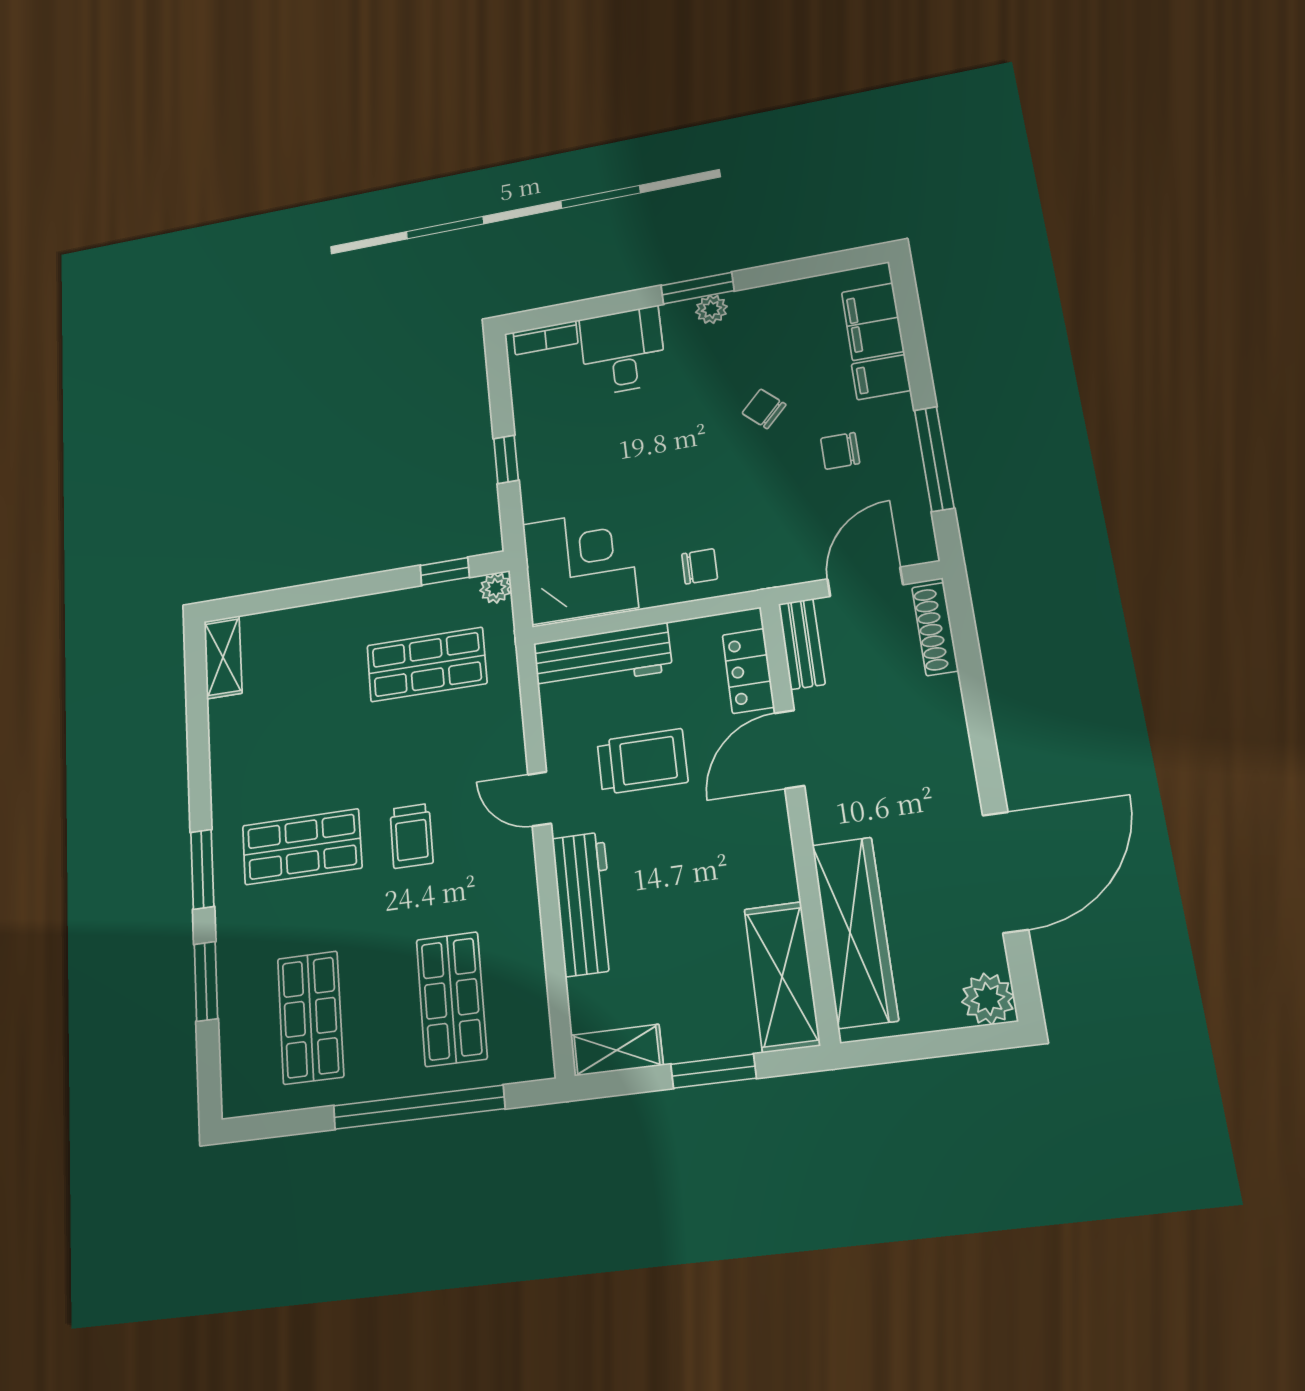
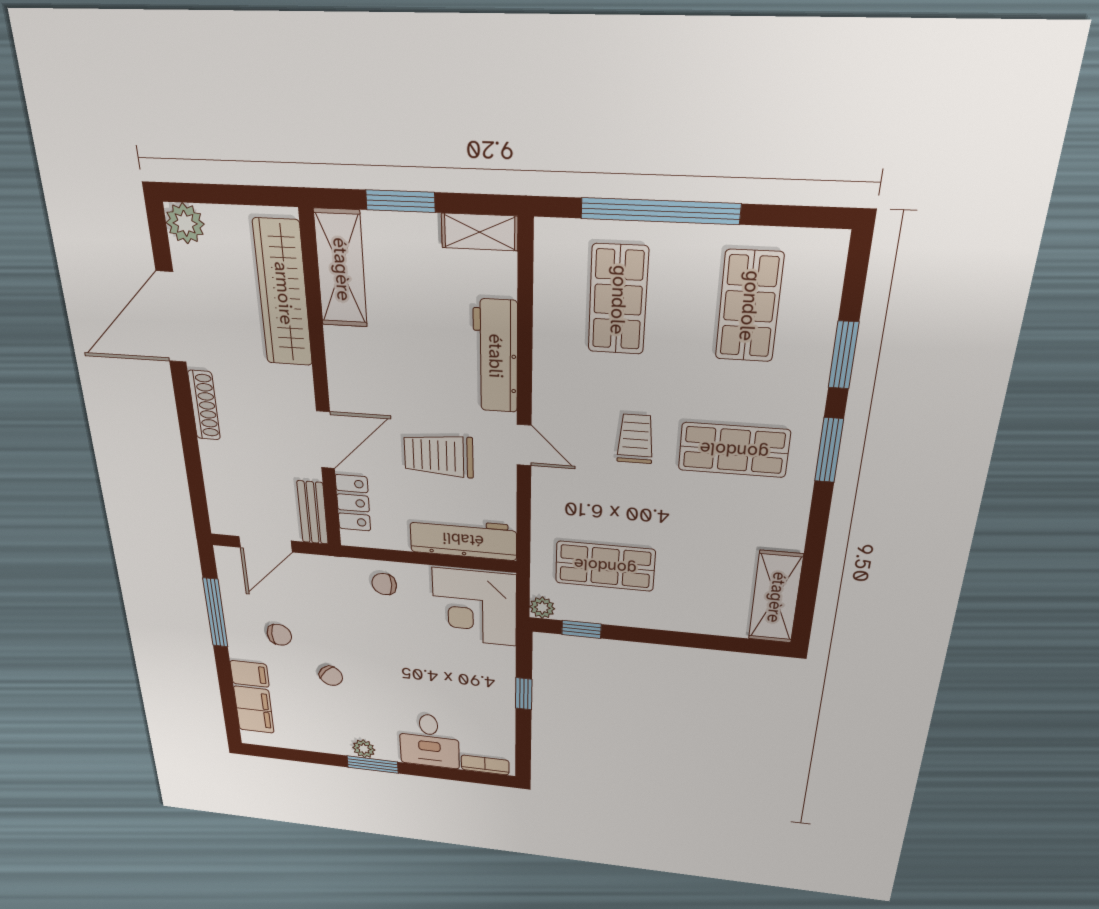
shoe rack: (935, 629) -> (204, 405), moved
shelving: (223, 657) -> (776, 597), width x1.50, depth x1.33

